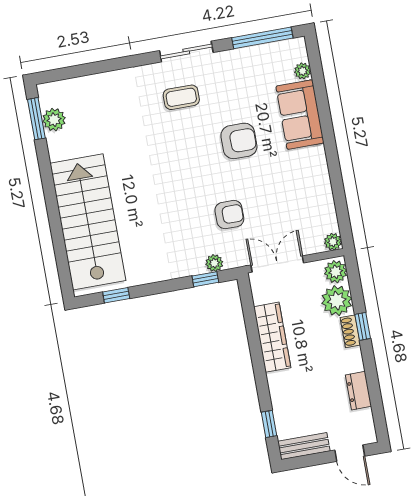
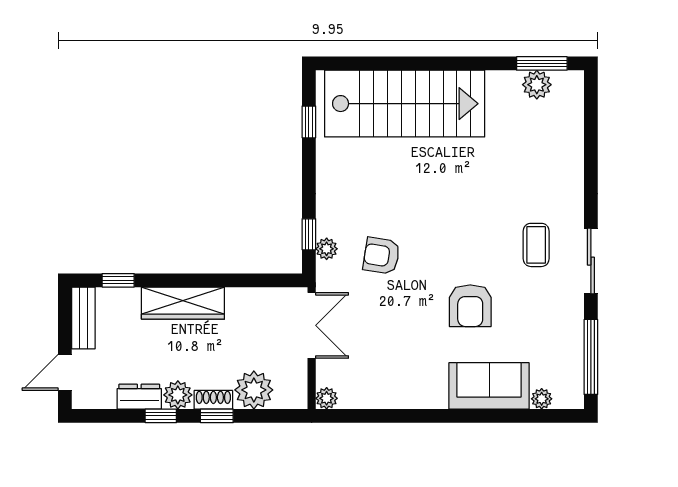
armchair: (229, 215) -> (381, 256), moved, turned 99
plant: (336, 272) -> (178, 395), moved
wardrobe: (272, 337) -> (183, 303), moved
window: (371, 371) -> (161, 416), added

